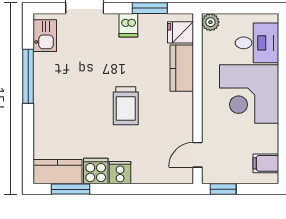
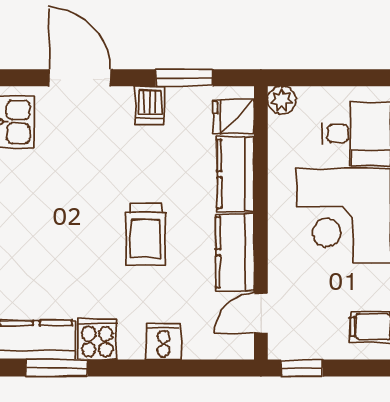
kitchen counter: (181, 117) -> (235, 252), added
cooker: (120, 173) -> (164, 342), moved

